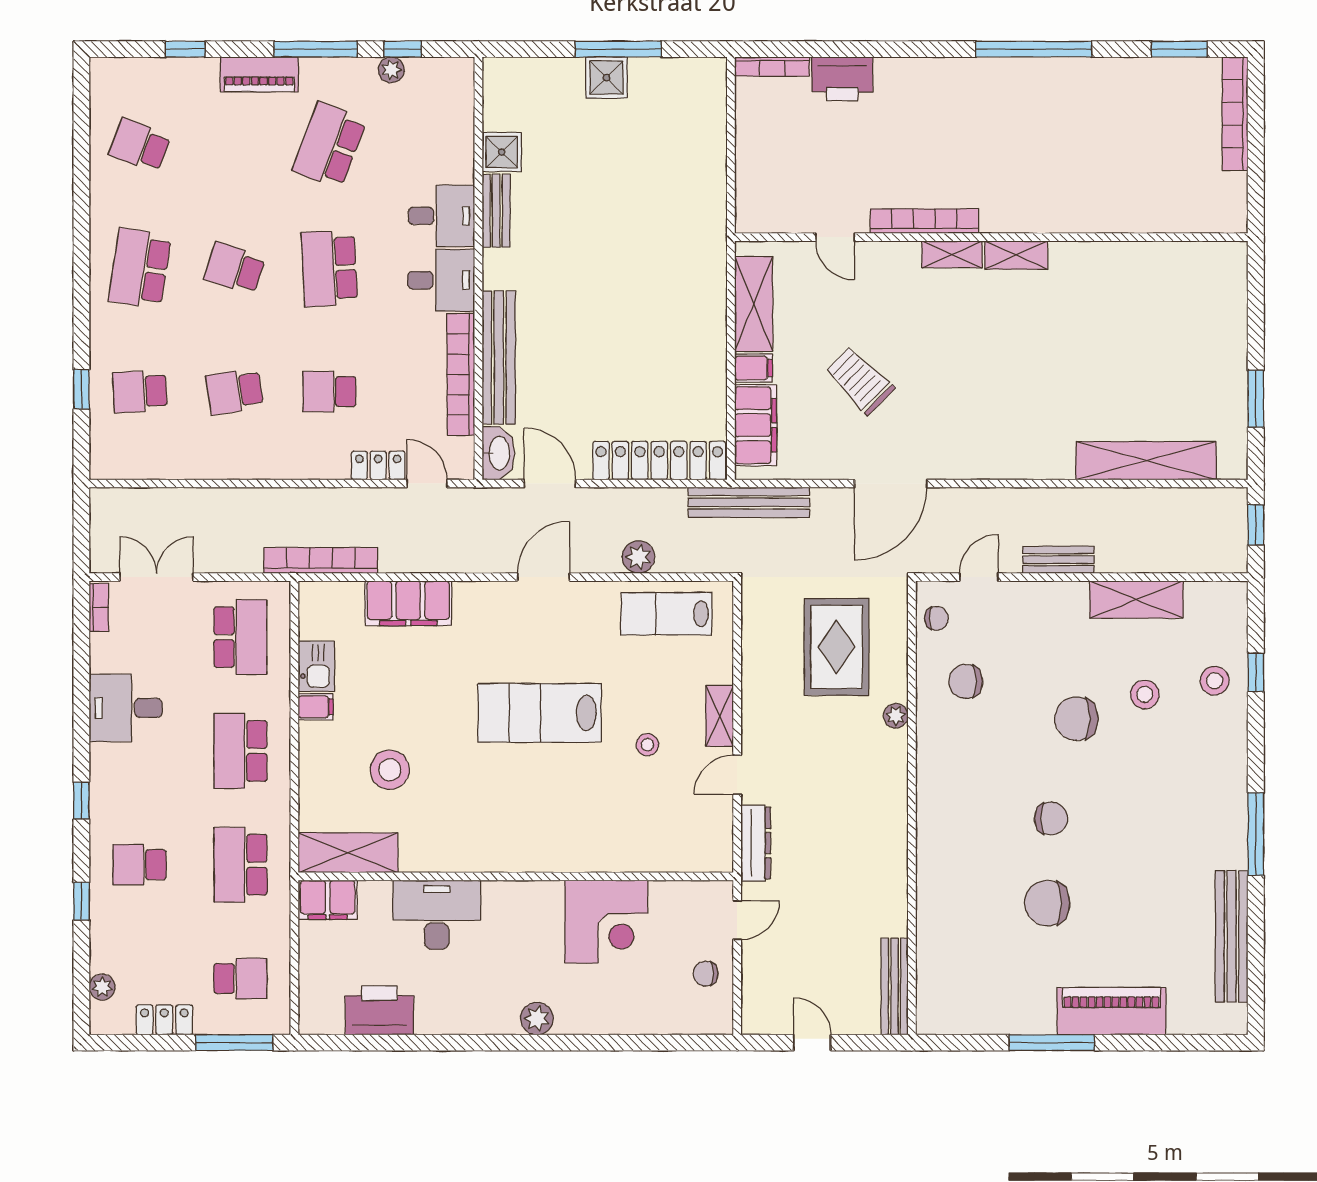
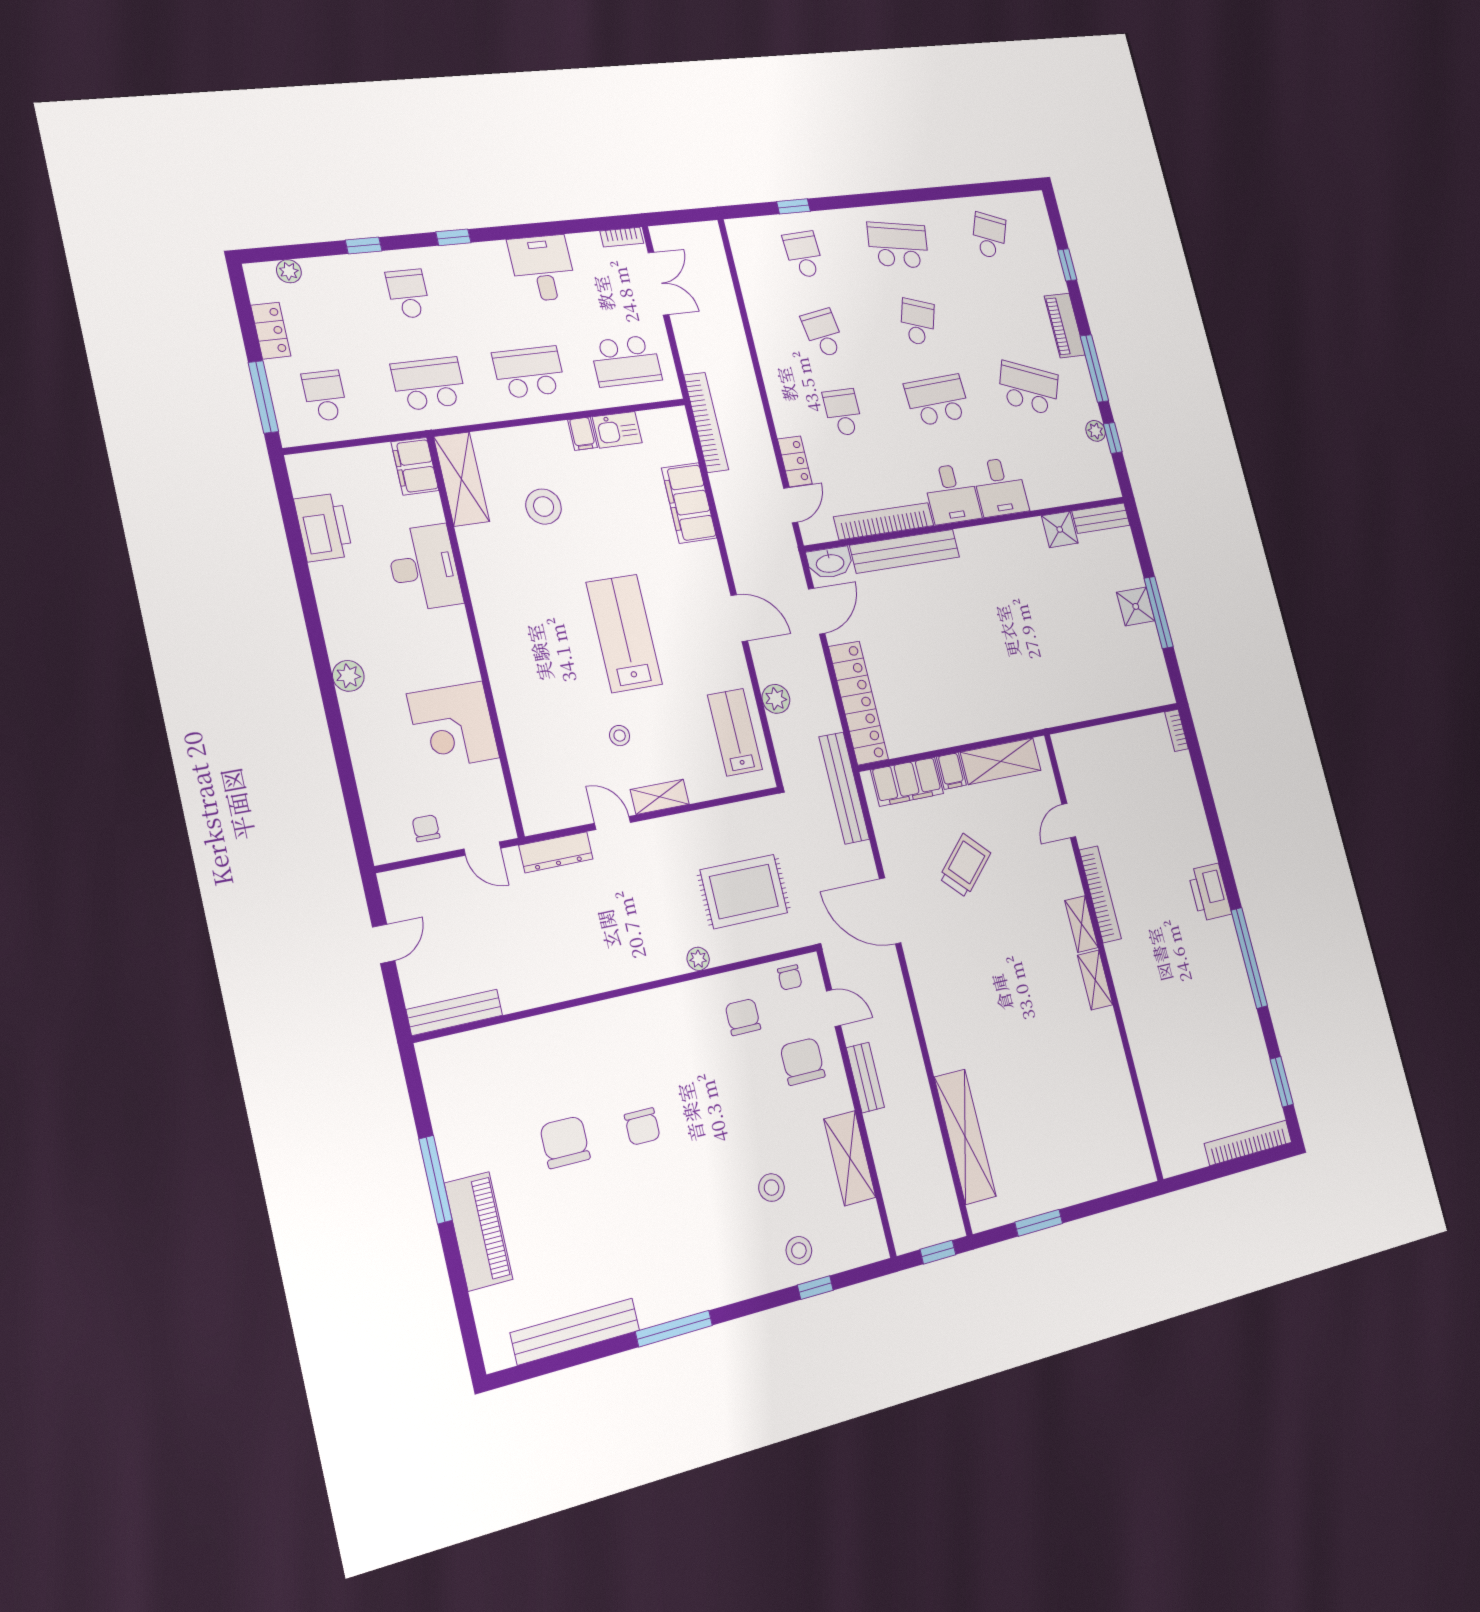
bookcase: (772, 66) -> (1177, 730), width x0.64
printer: (842, 79) -> (1210, 892), moved
bench: (496, 211) -> (1101, 518), moved
chair: (1076, 719) -> (803, 1061), moved
school desk: (240, 979) -> (325, 396), turned 180

